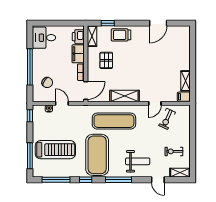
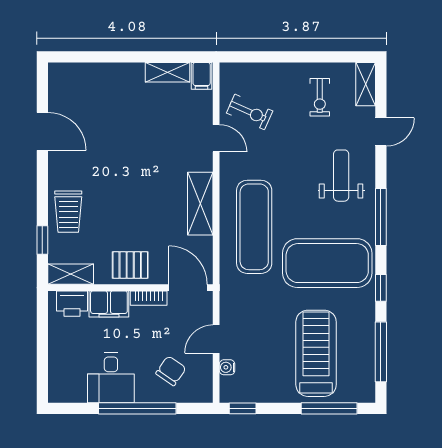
desk: (44, 38) -> (111, 378), moved
pallet: (106, 60) -> (130, 265), moved

